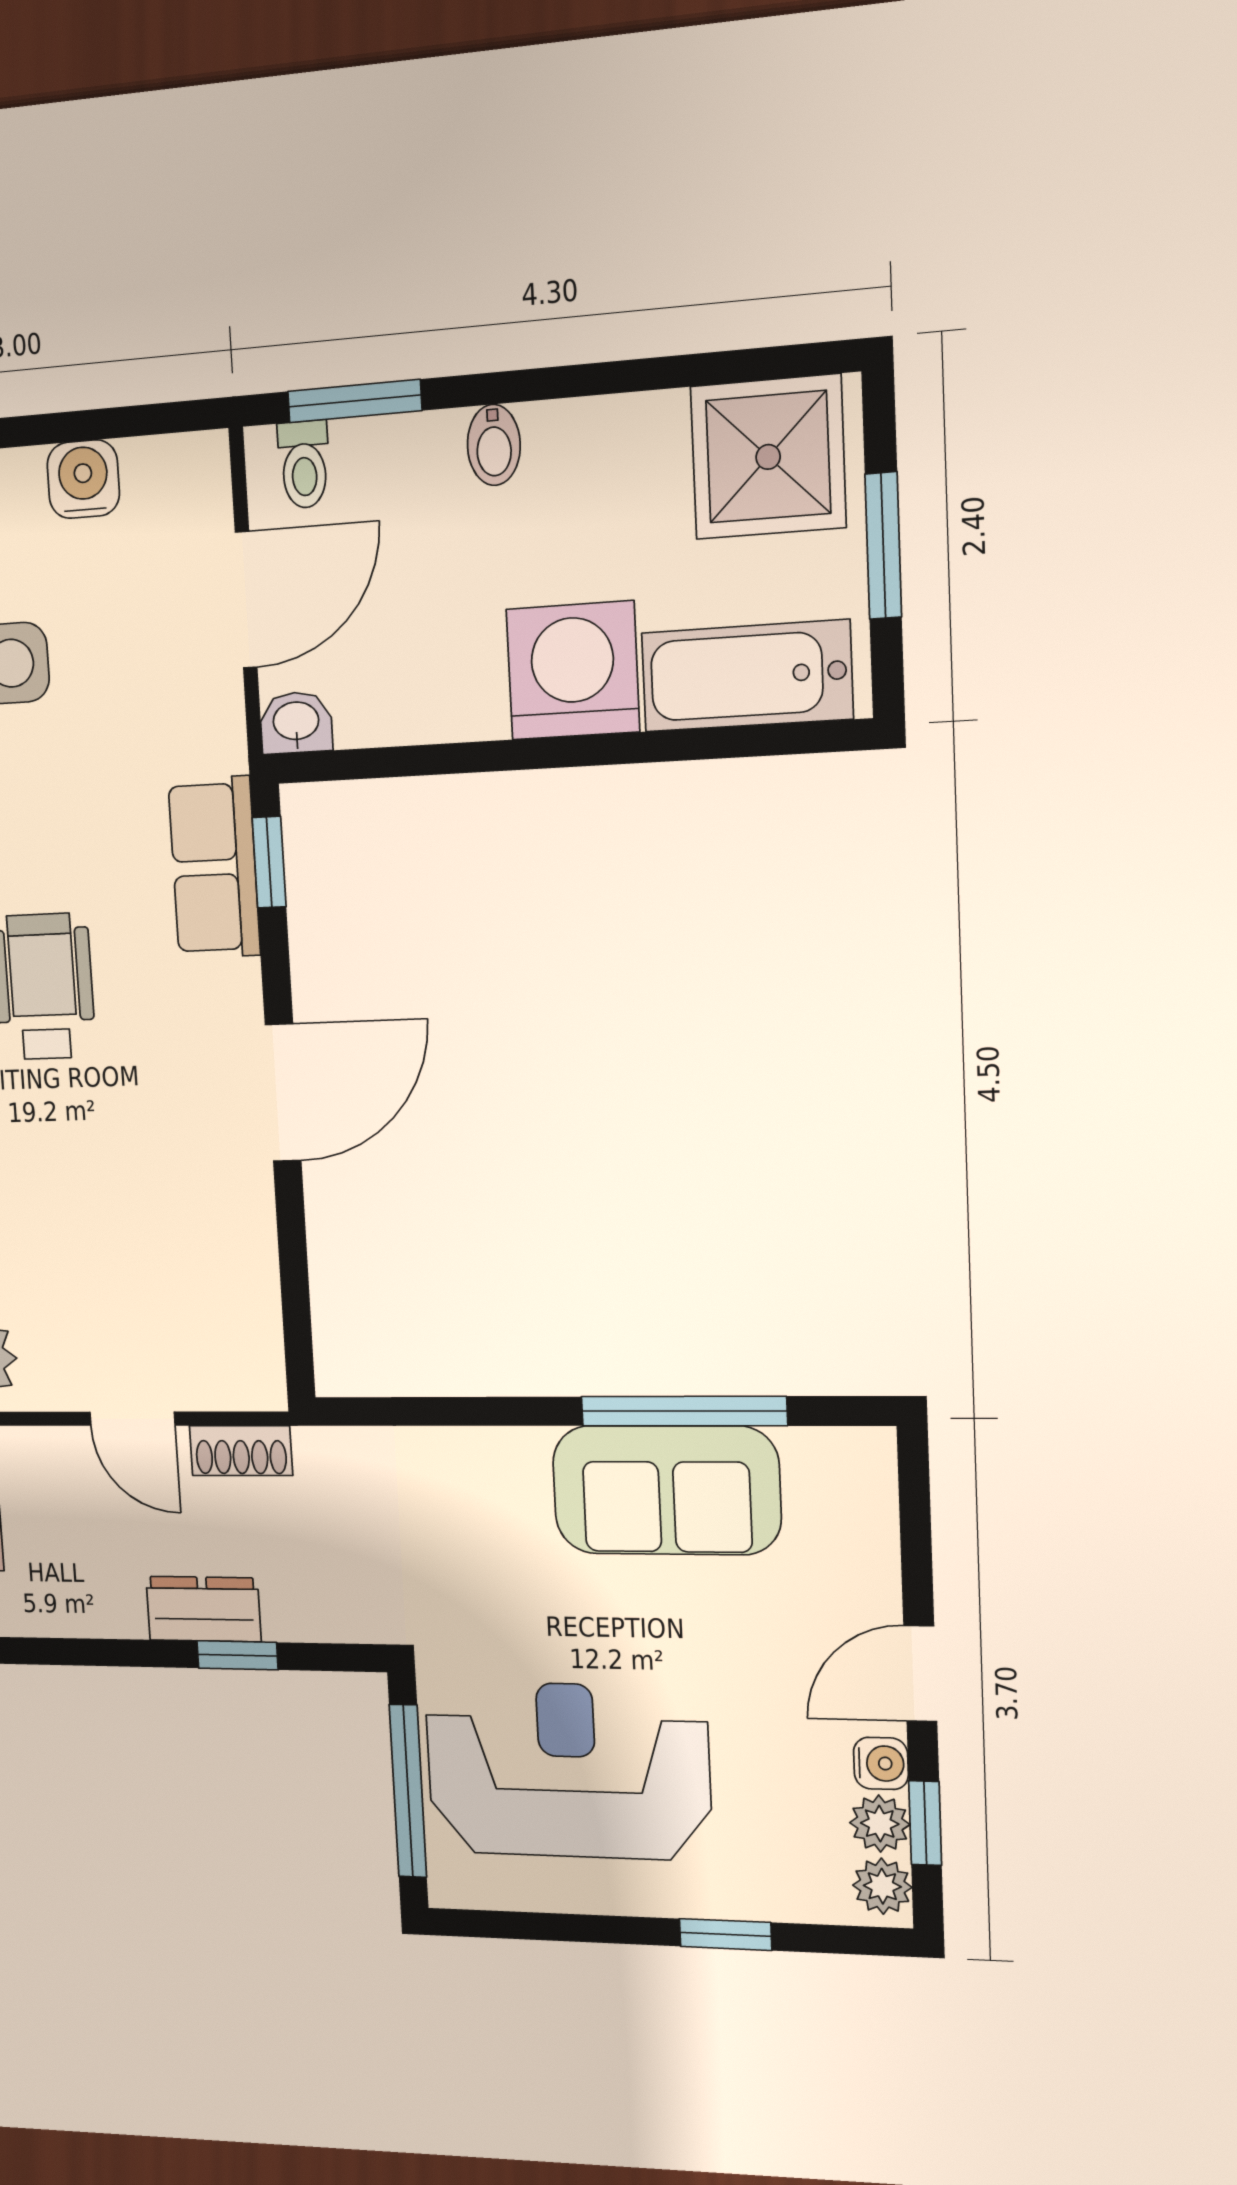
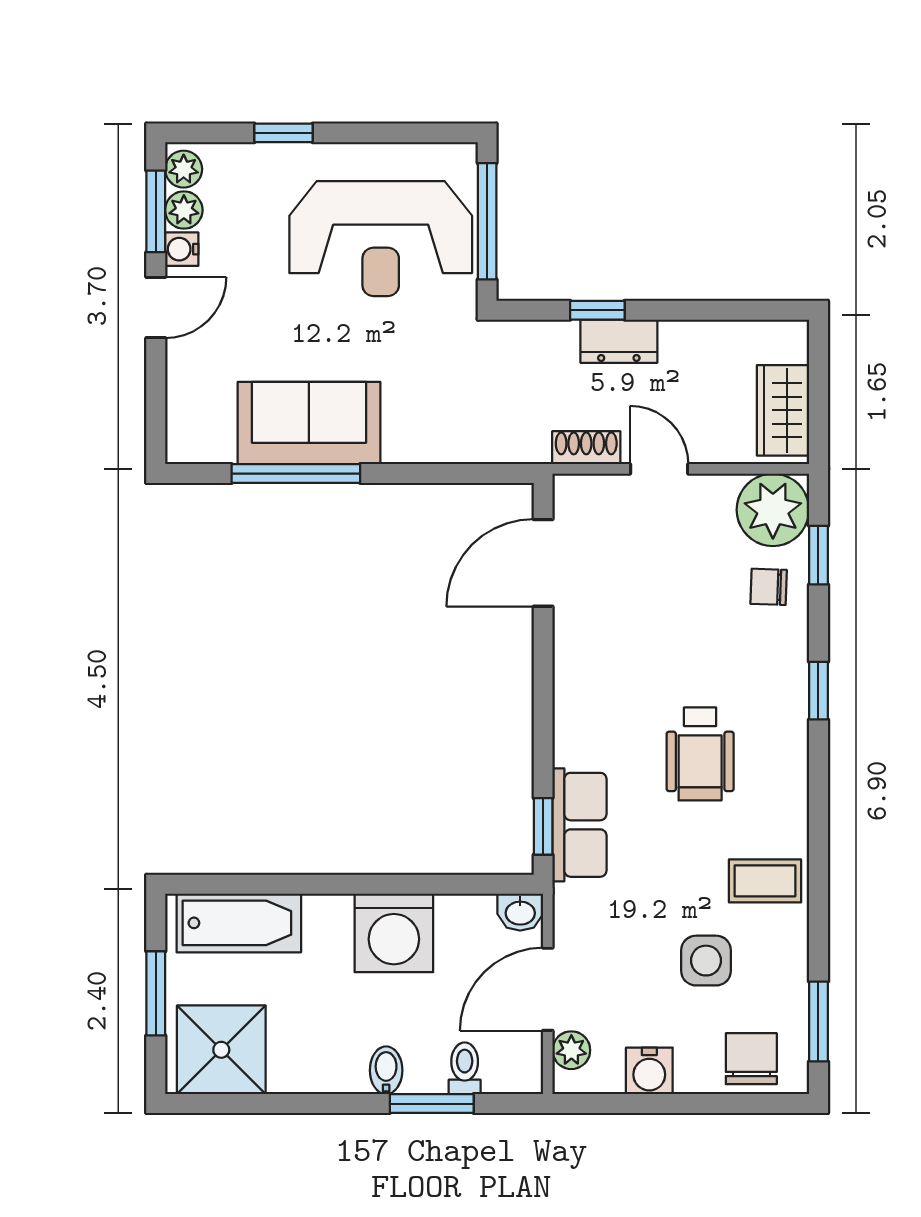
window: (355, 401) -> (432, 1104), moved
toilet: (304, 465) -> (465, 1068), moved
plant: (204, 503) -> (571, 1050), added
washing machine: (573, 670) -> (394, 933), moved
door: (283, 1093) -> (543, 563), moved
window: (925, 1823) -> (156, 211), width x1.50

